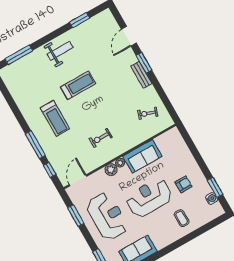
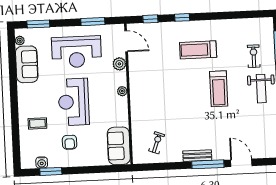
window: (144, 63) -> (208, 164), width x1.44
exercise bike: (101, 138) -> (254, 56), moved
window: (35, 145) -> (182, 17), width x0.46
sofa: (142, 156) -> (119, 146), moved
plant: (111, 170) -> (119, 64), moved
reception desk: (149, 198) -> (74, 102), turned 180

